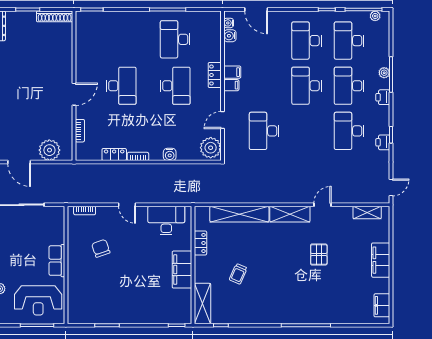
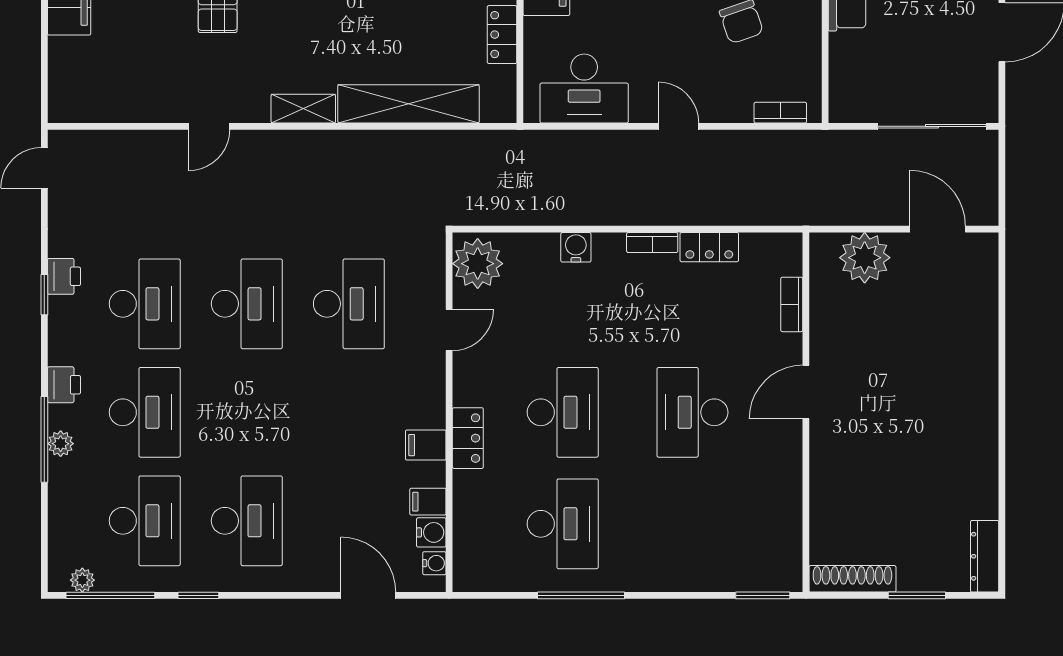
filing cabinet: (231, 85) -> (428, 502), moved
desk: (175, 86) -> (563, 412), turned 180
desk: (307, 86) -> (247, 304), moved
shelving: (367, 212) -> (102, 108), removed
shelving: (290, 214) -> (303, 109), width x0.67, depth x0.75

